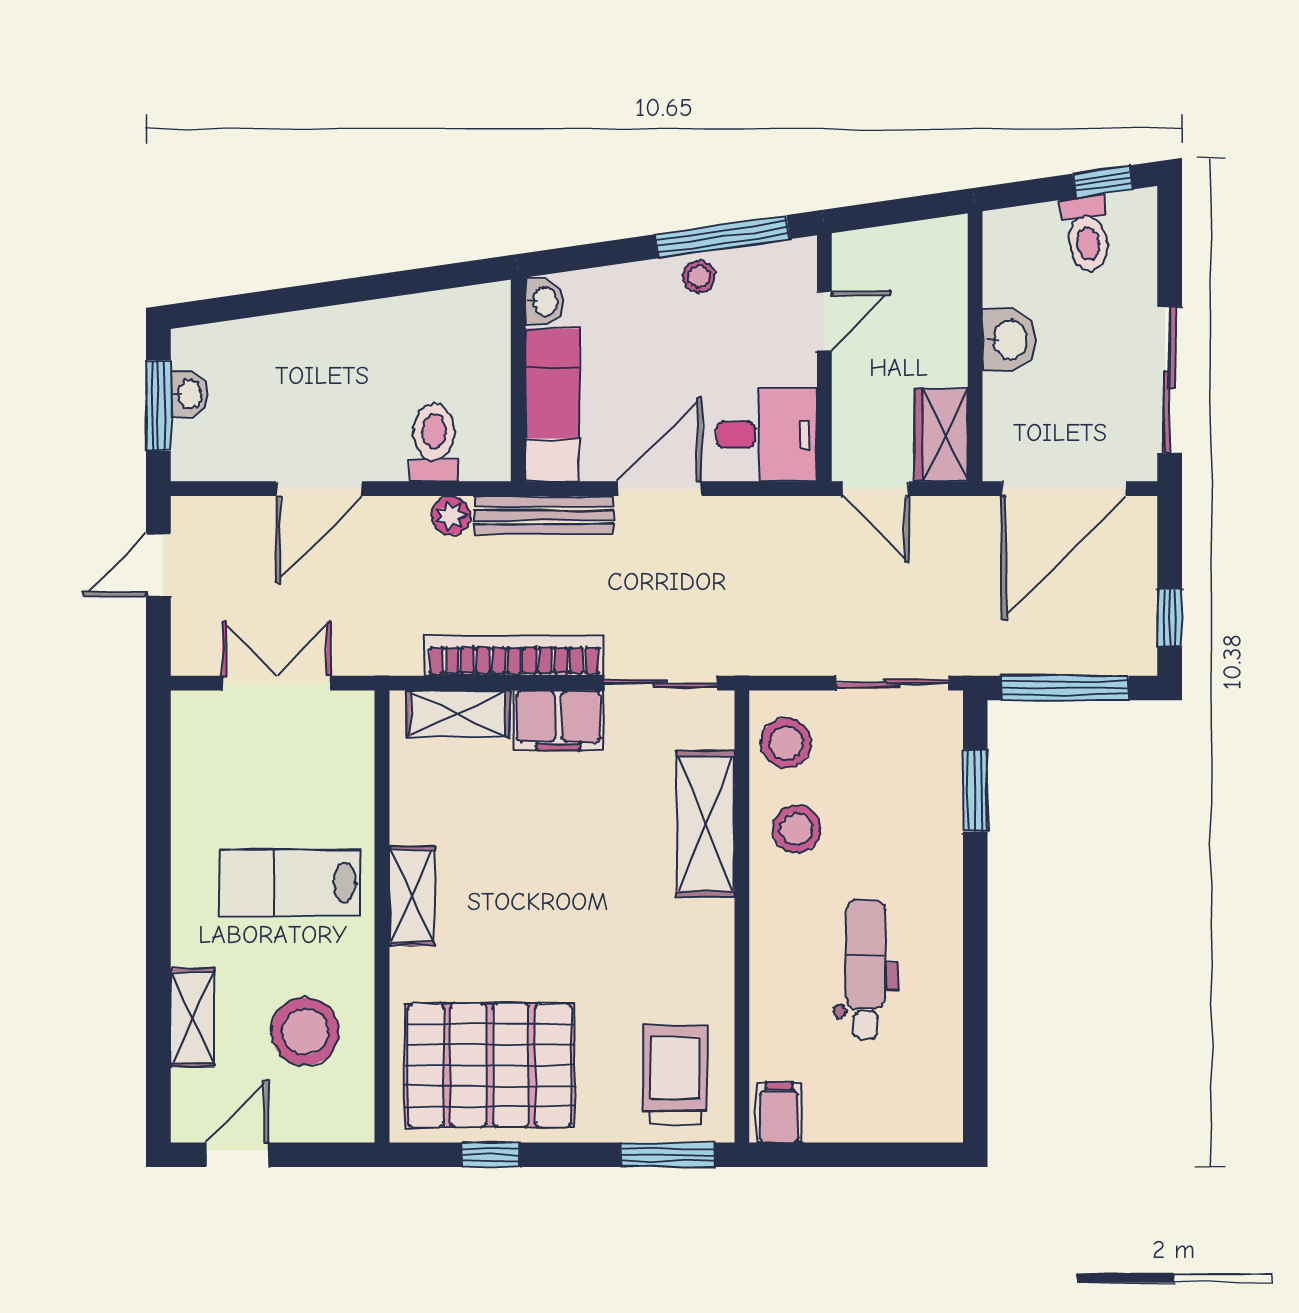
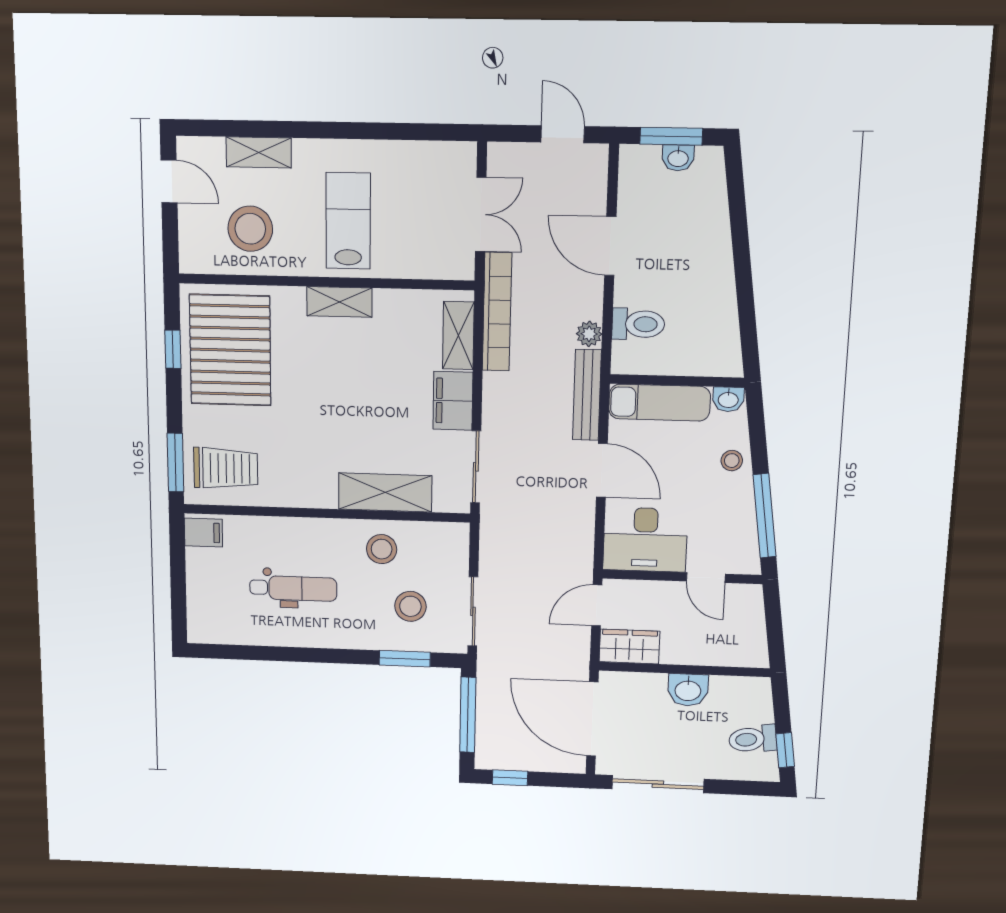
stool: (699, 277) -> (732, 461), moved
desk: (767, 435) -> (645, 540), width x1.37
bookcase: (514, 656) -> (497, 312), moved
stool: (786, 743) -> (410, 606), moved

